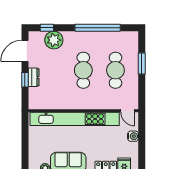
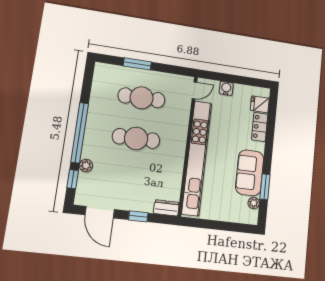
window: (98, 28) -> (80, 133), moved
plant: (54, 40) -> (86, 166), width x0.53, depth x0.53
dresser: (34, 77) -> (166, 208), moved

